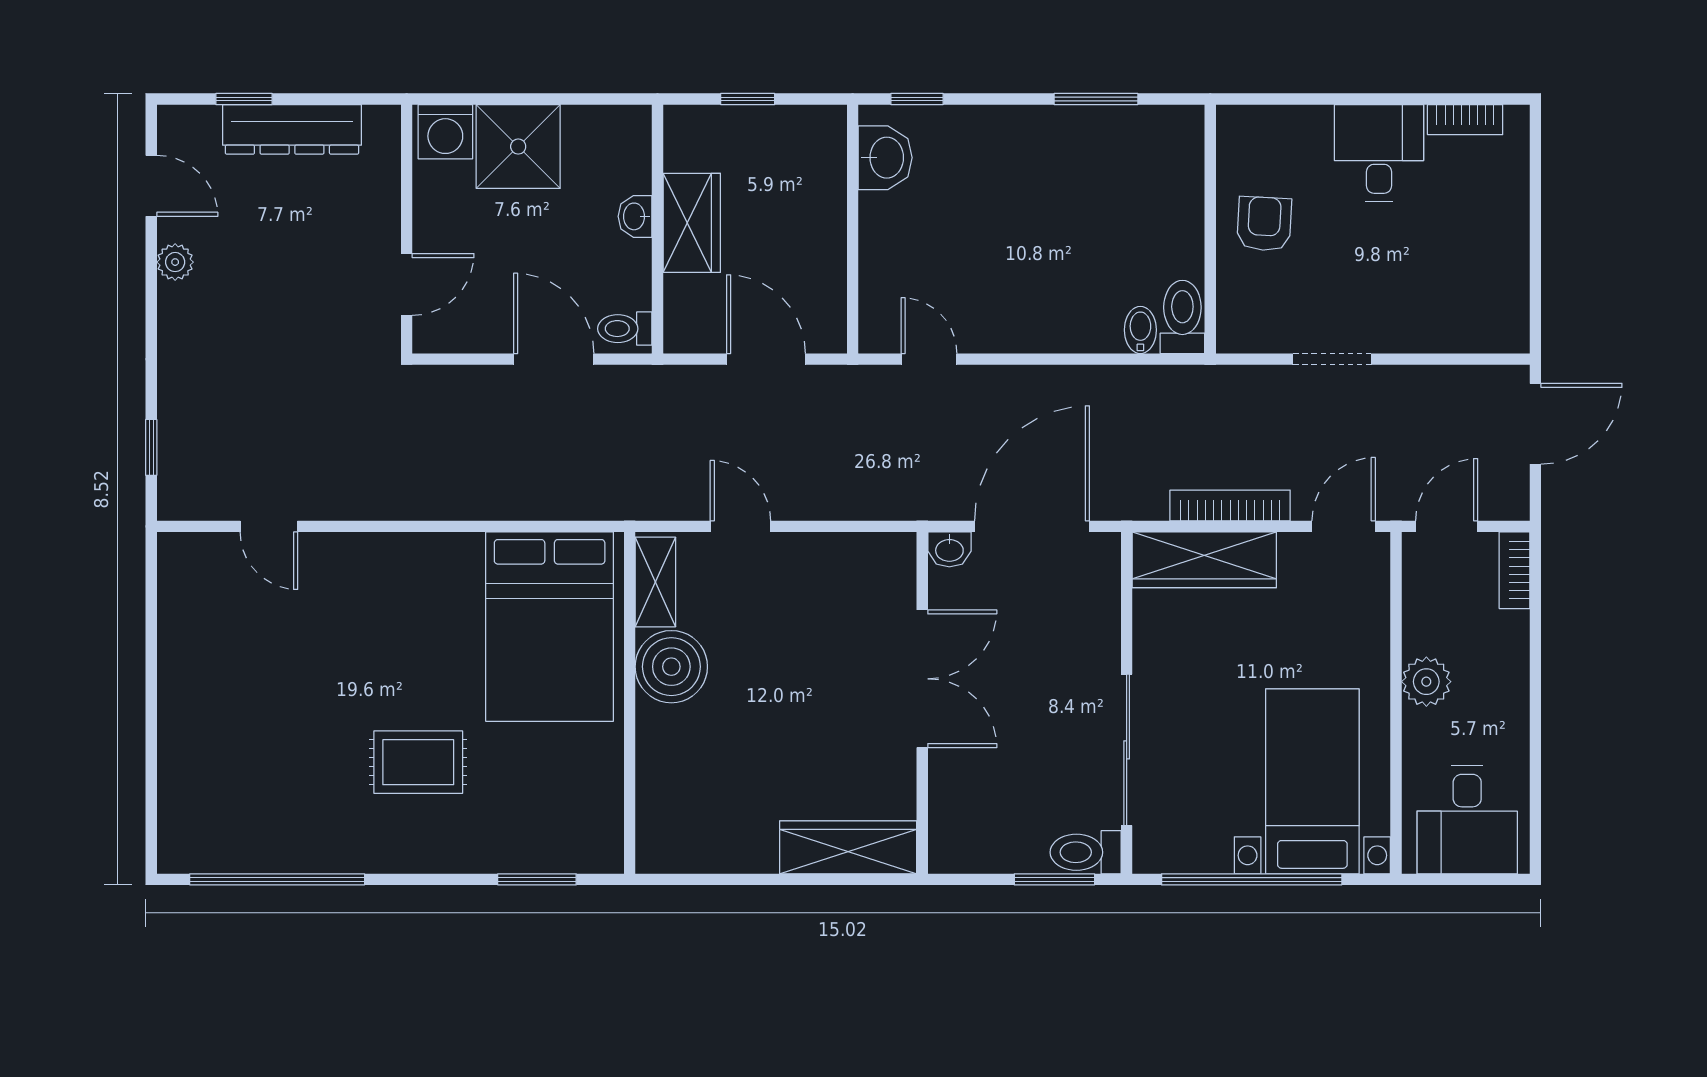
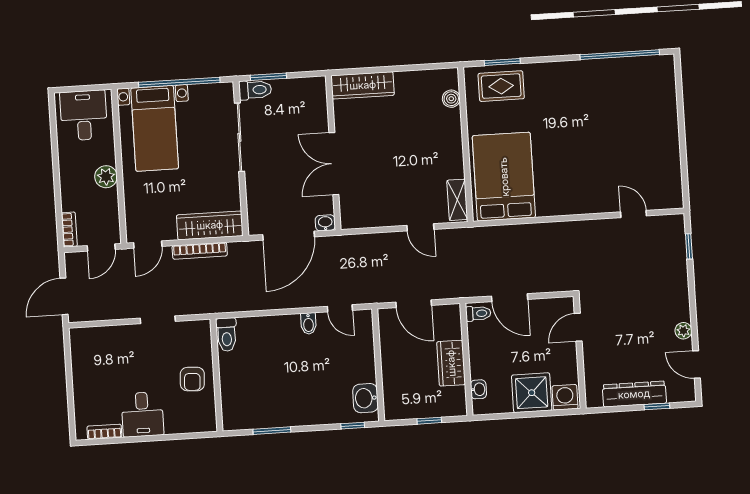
washbasin: (635, 216) -> (478, 389), moved
bidet: (1140, 330) -> (308, 324), moved
boiler: (671, 667) -> (451, 99), moved, width x0.54, depth x0.54
rug: (418, 762) -> (501, 86), moved

